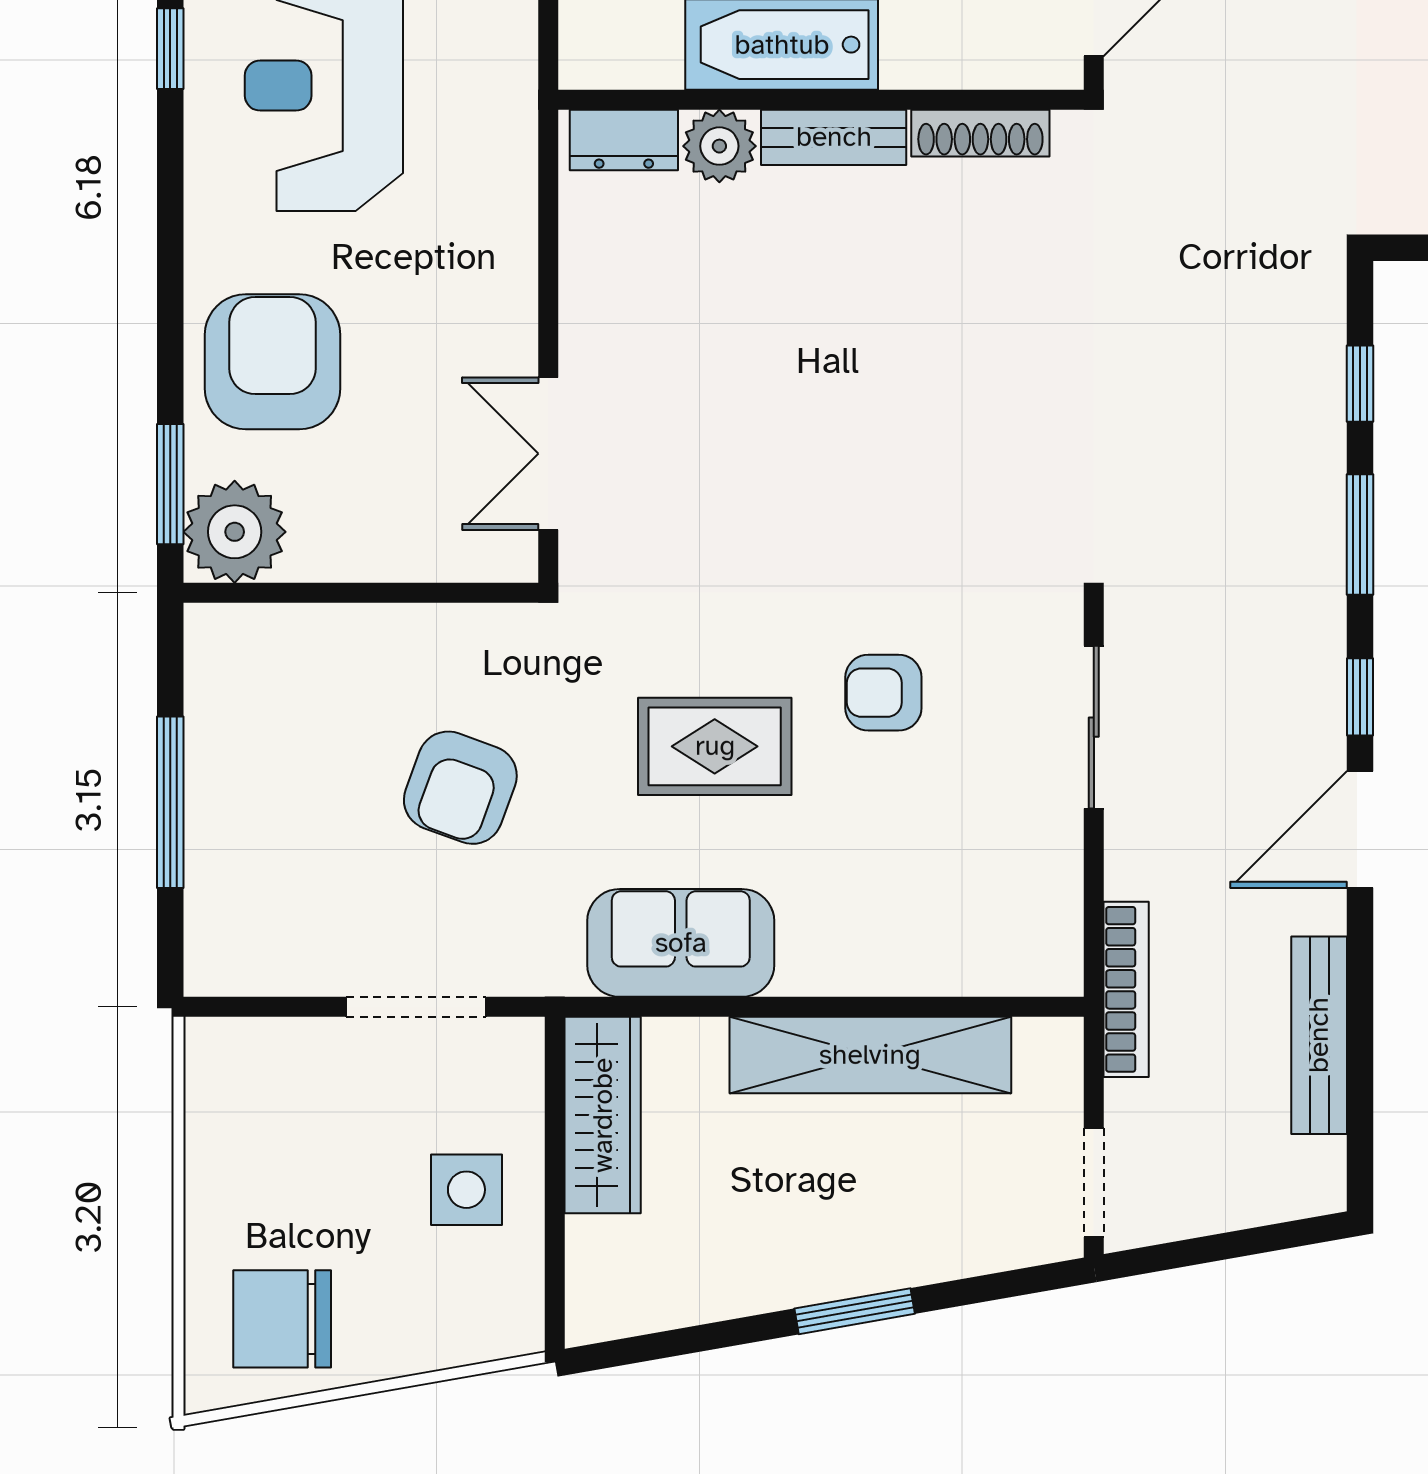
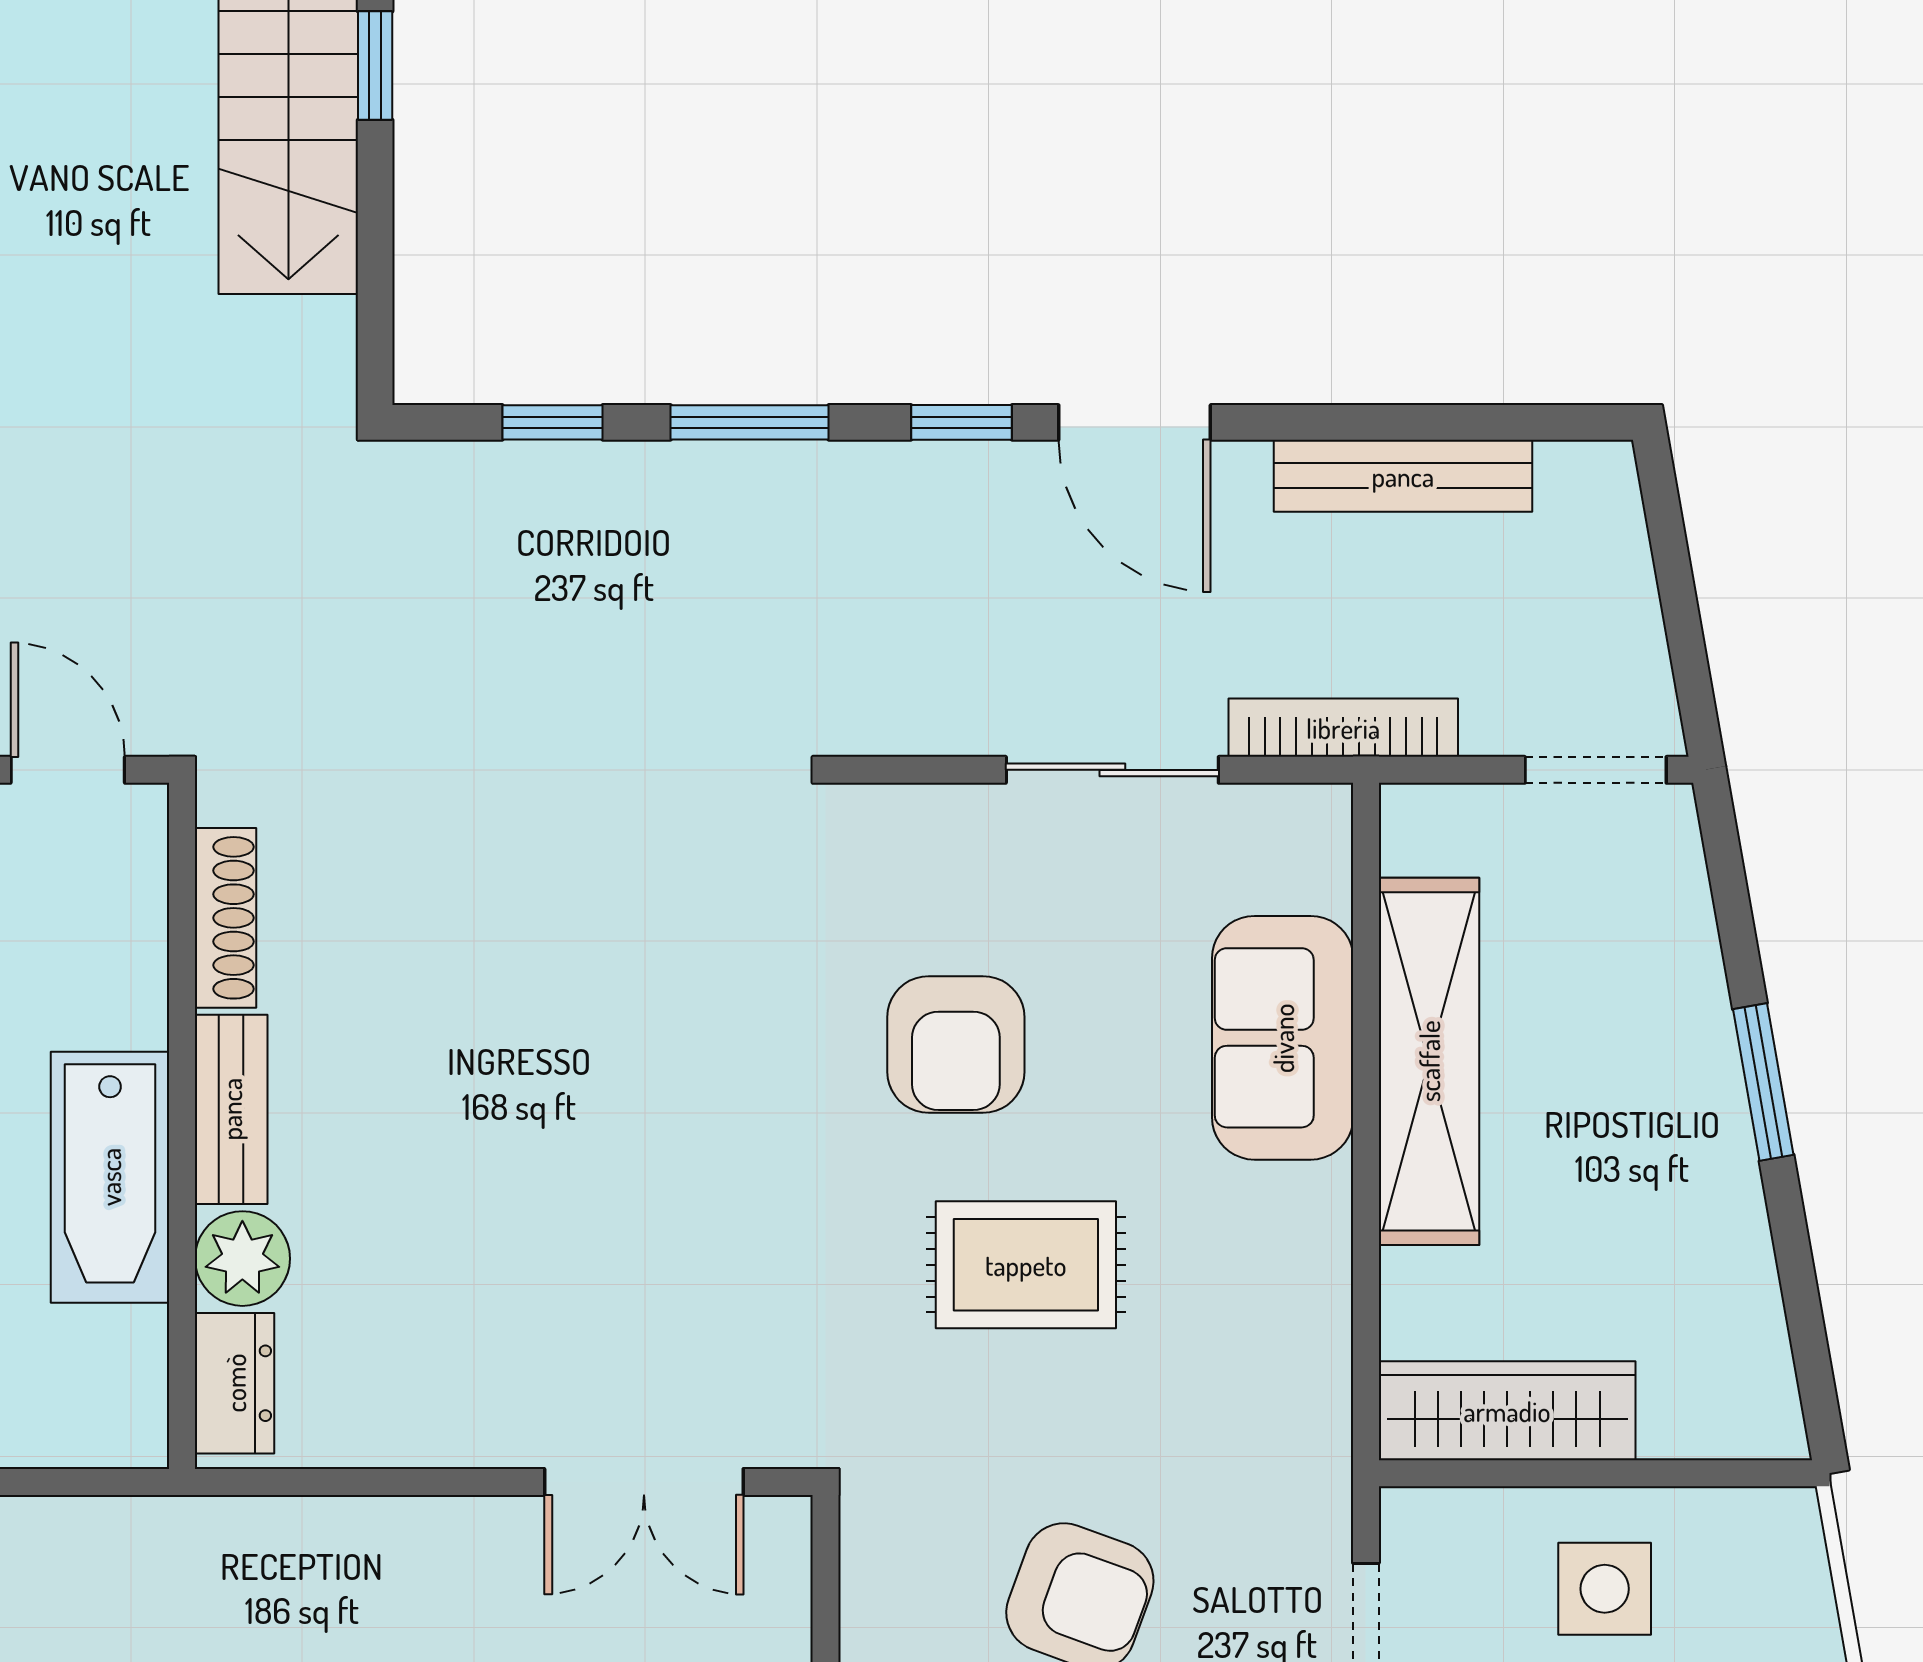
armchair: (883, 693) -> (956, 1044), width x1.38, depth x1.38
sliding door: (1094, 727) -> (1112, 770), moved
rug: (715, 746) -> (1026, 1265), turned 90
sofa: (681, 943) -> (1283, 1038), moved

